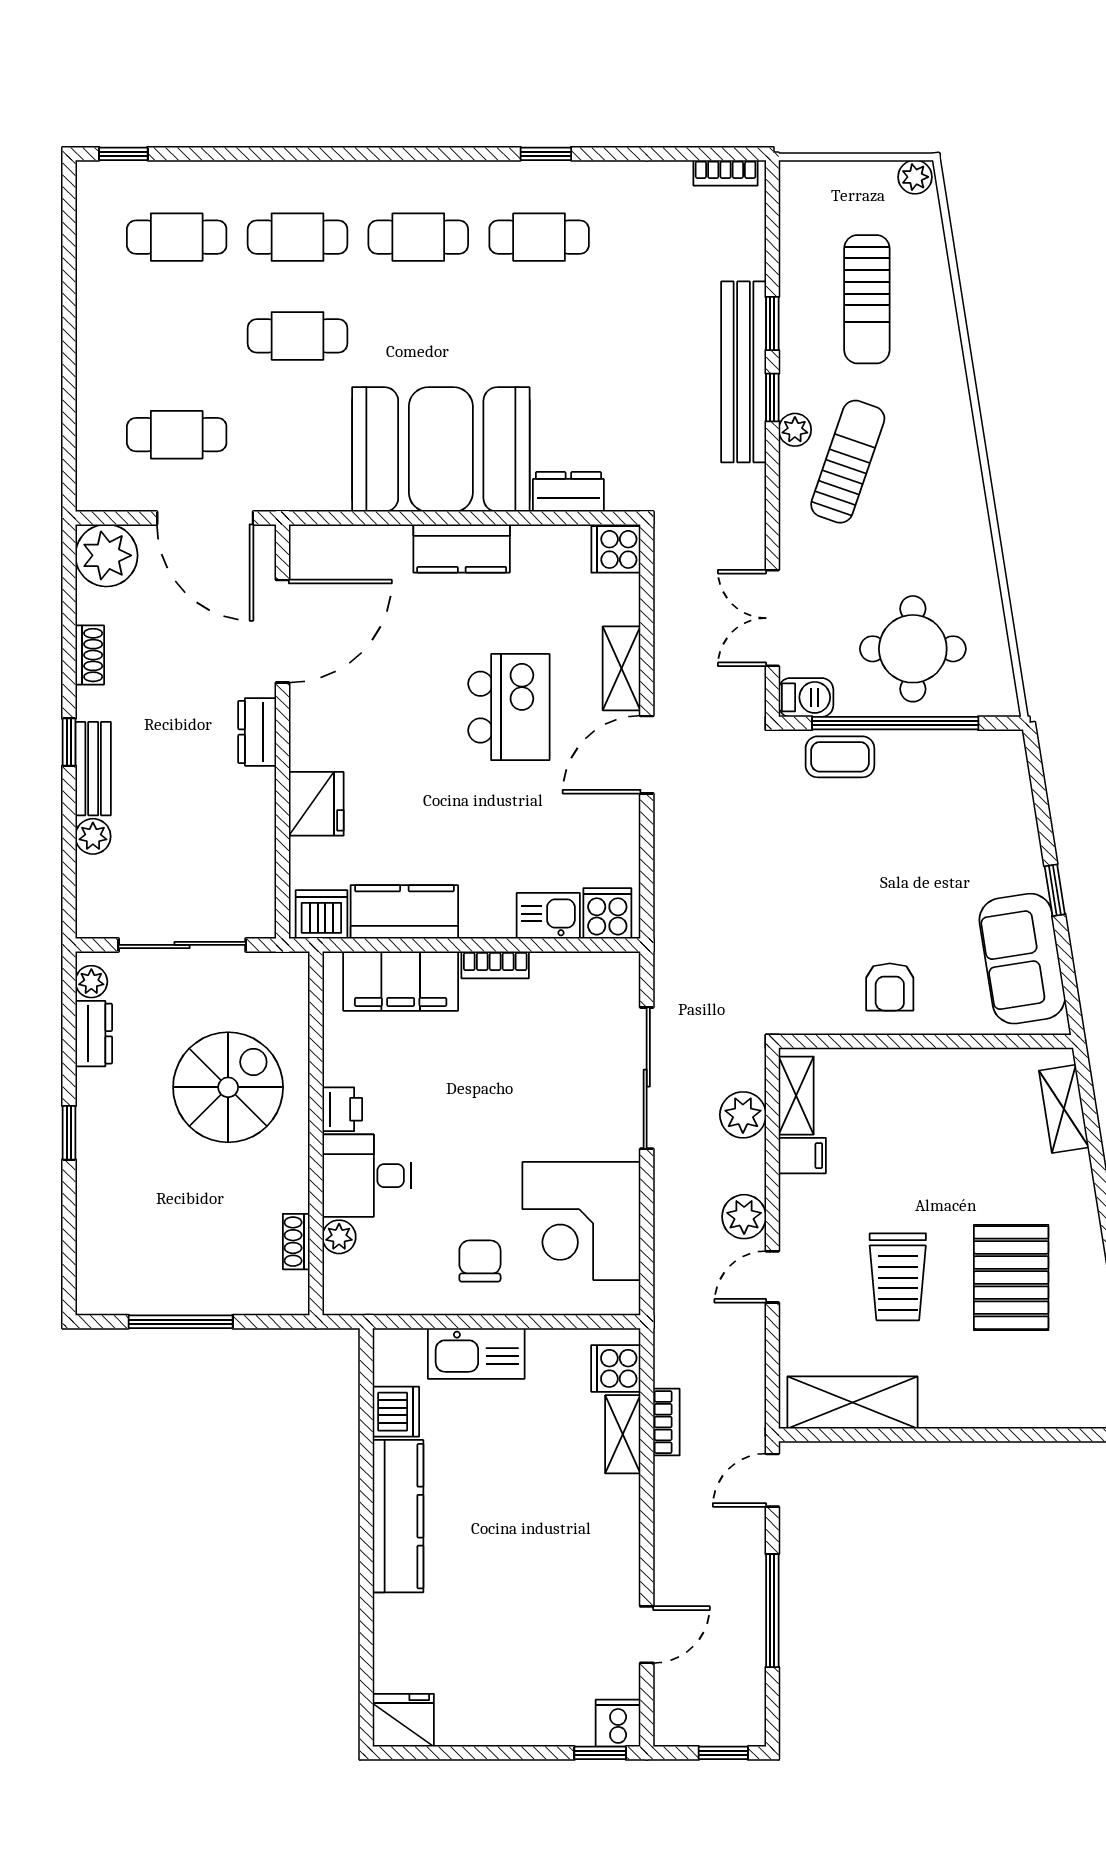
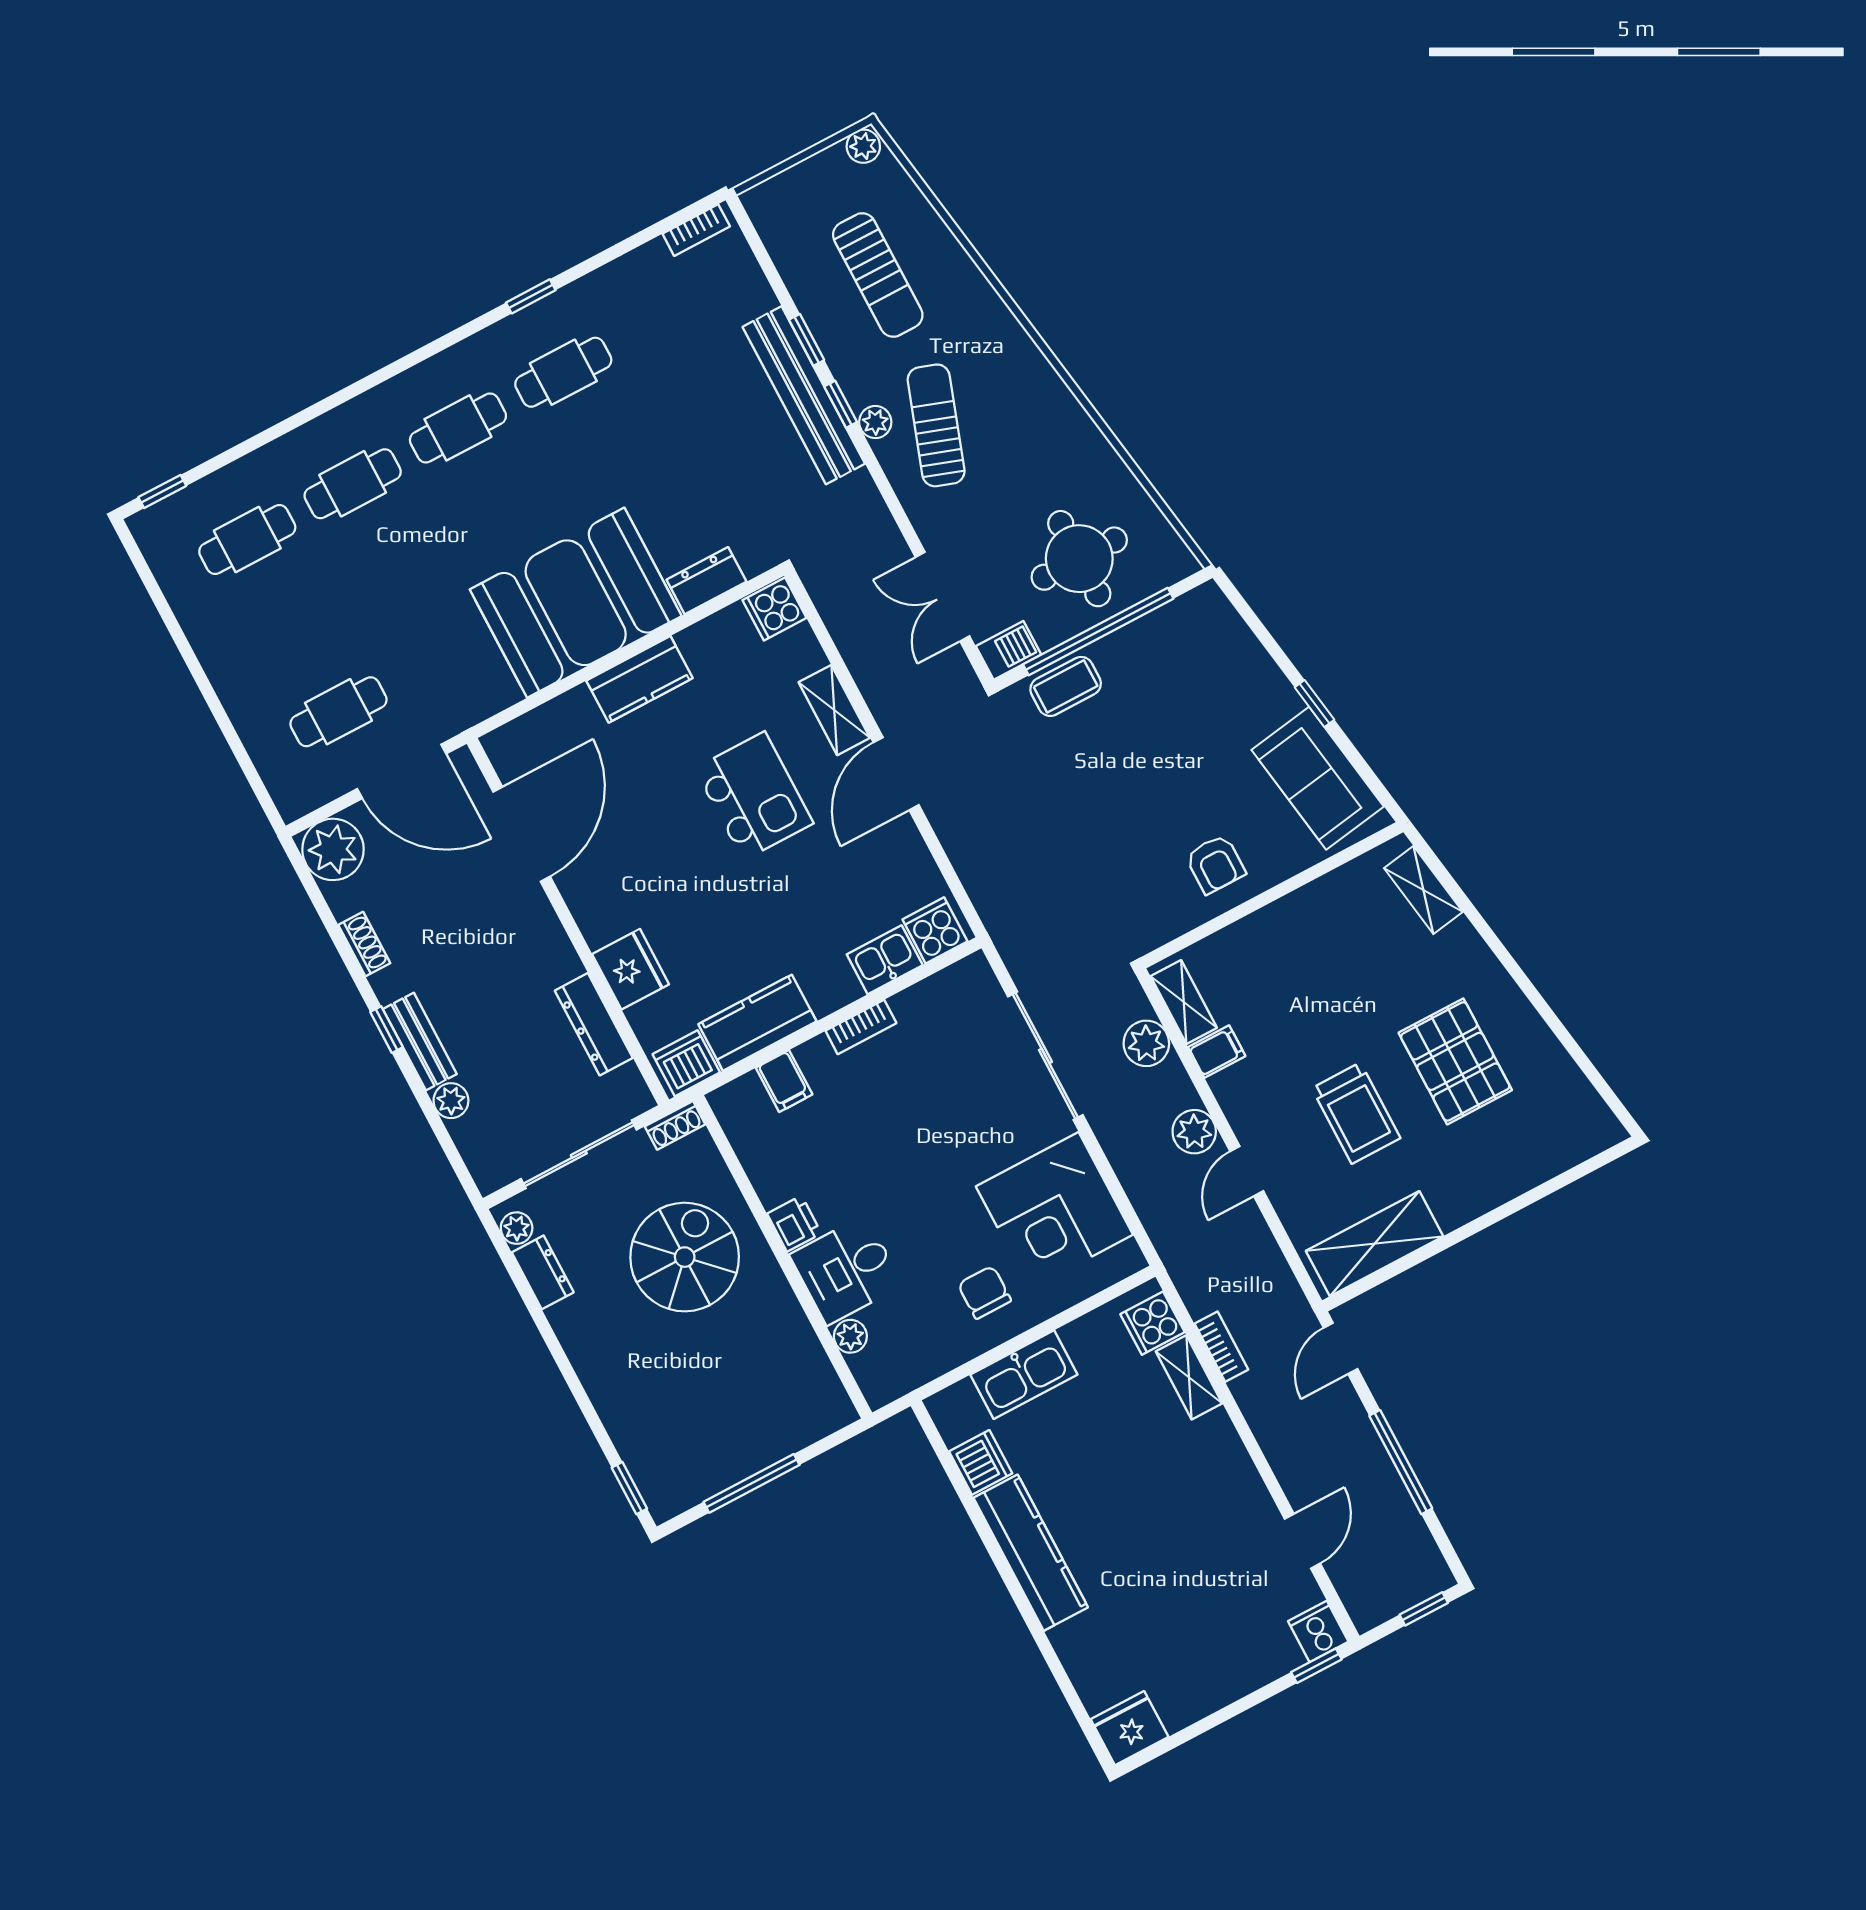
cafe table: (297, 336) -> (398, 570), removed
dresser: (257, 732) -> (594, 1024), moved, width x1.44
filing cabinet: (401, 981) -> (784, 1081), width x0.33, depth x0.86
window: (69, 1133) -> (629, 1488), moved
shoe rack: (296, 1242) -> (675, 1125), moved, turned -90

